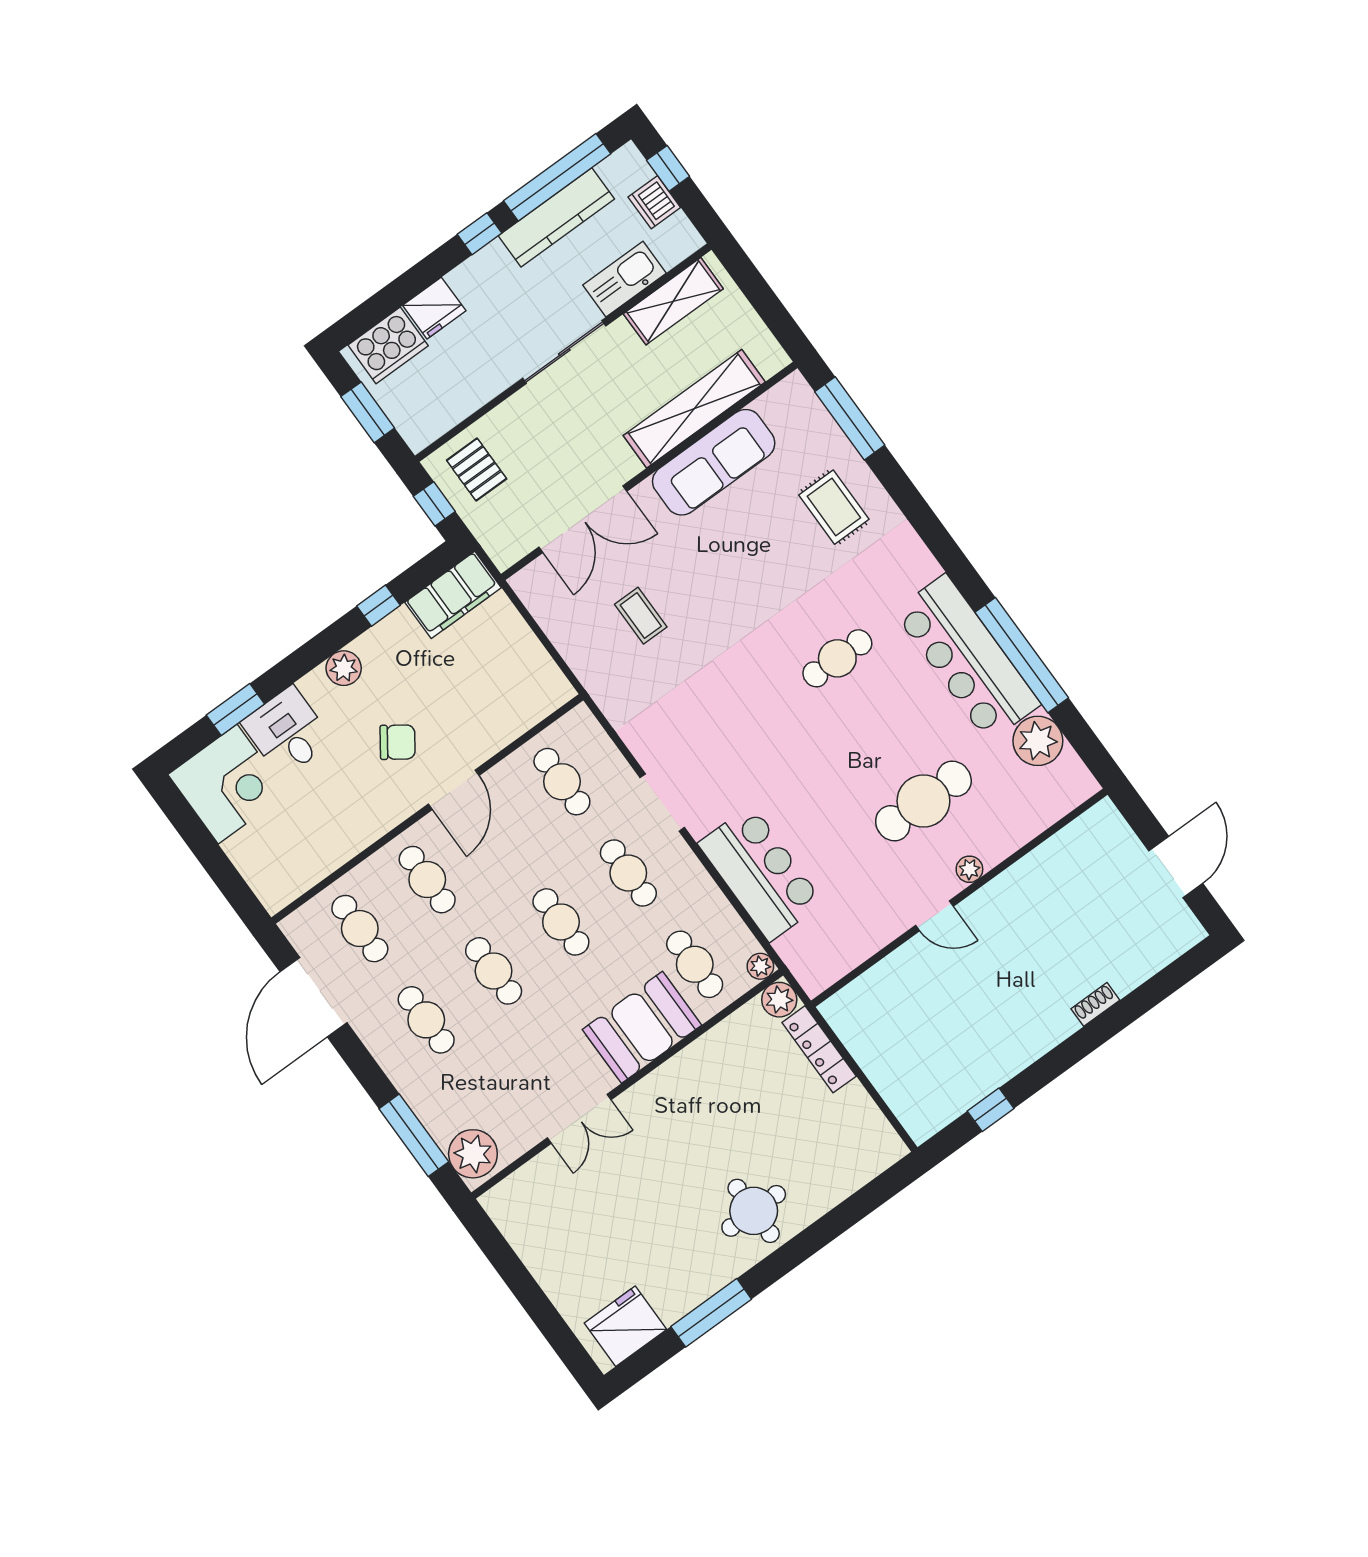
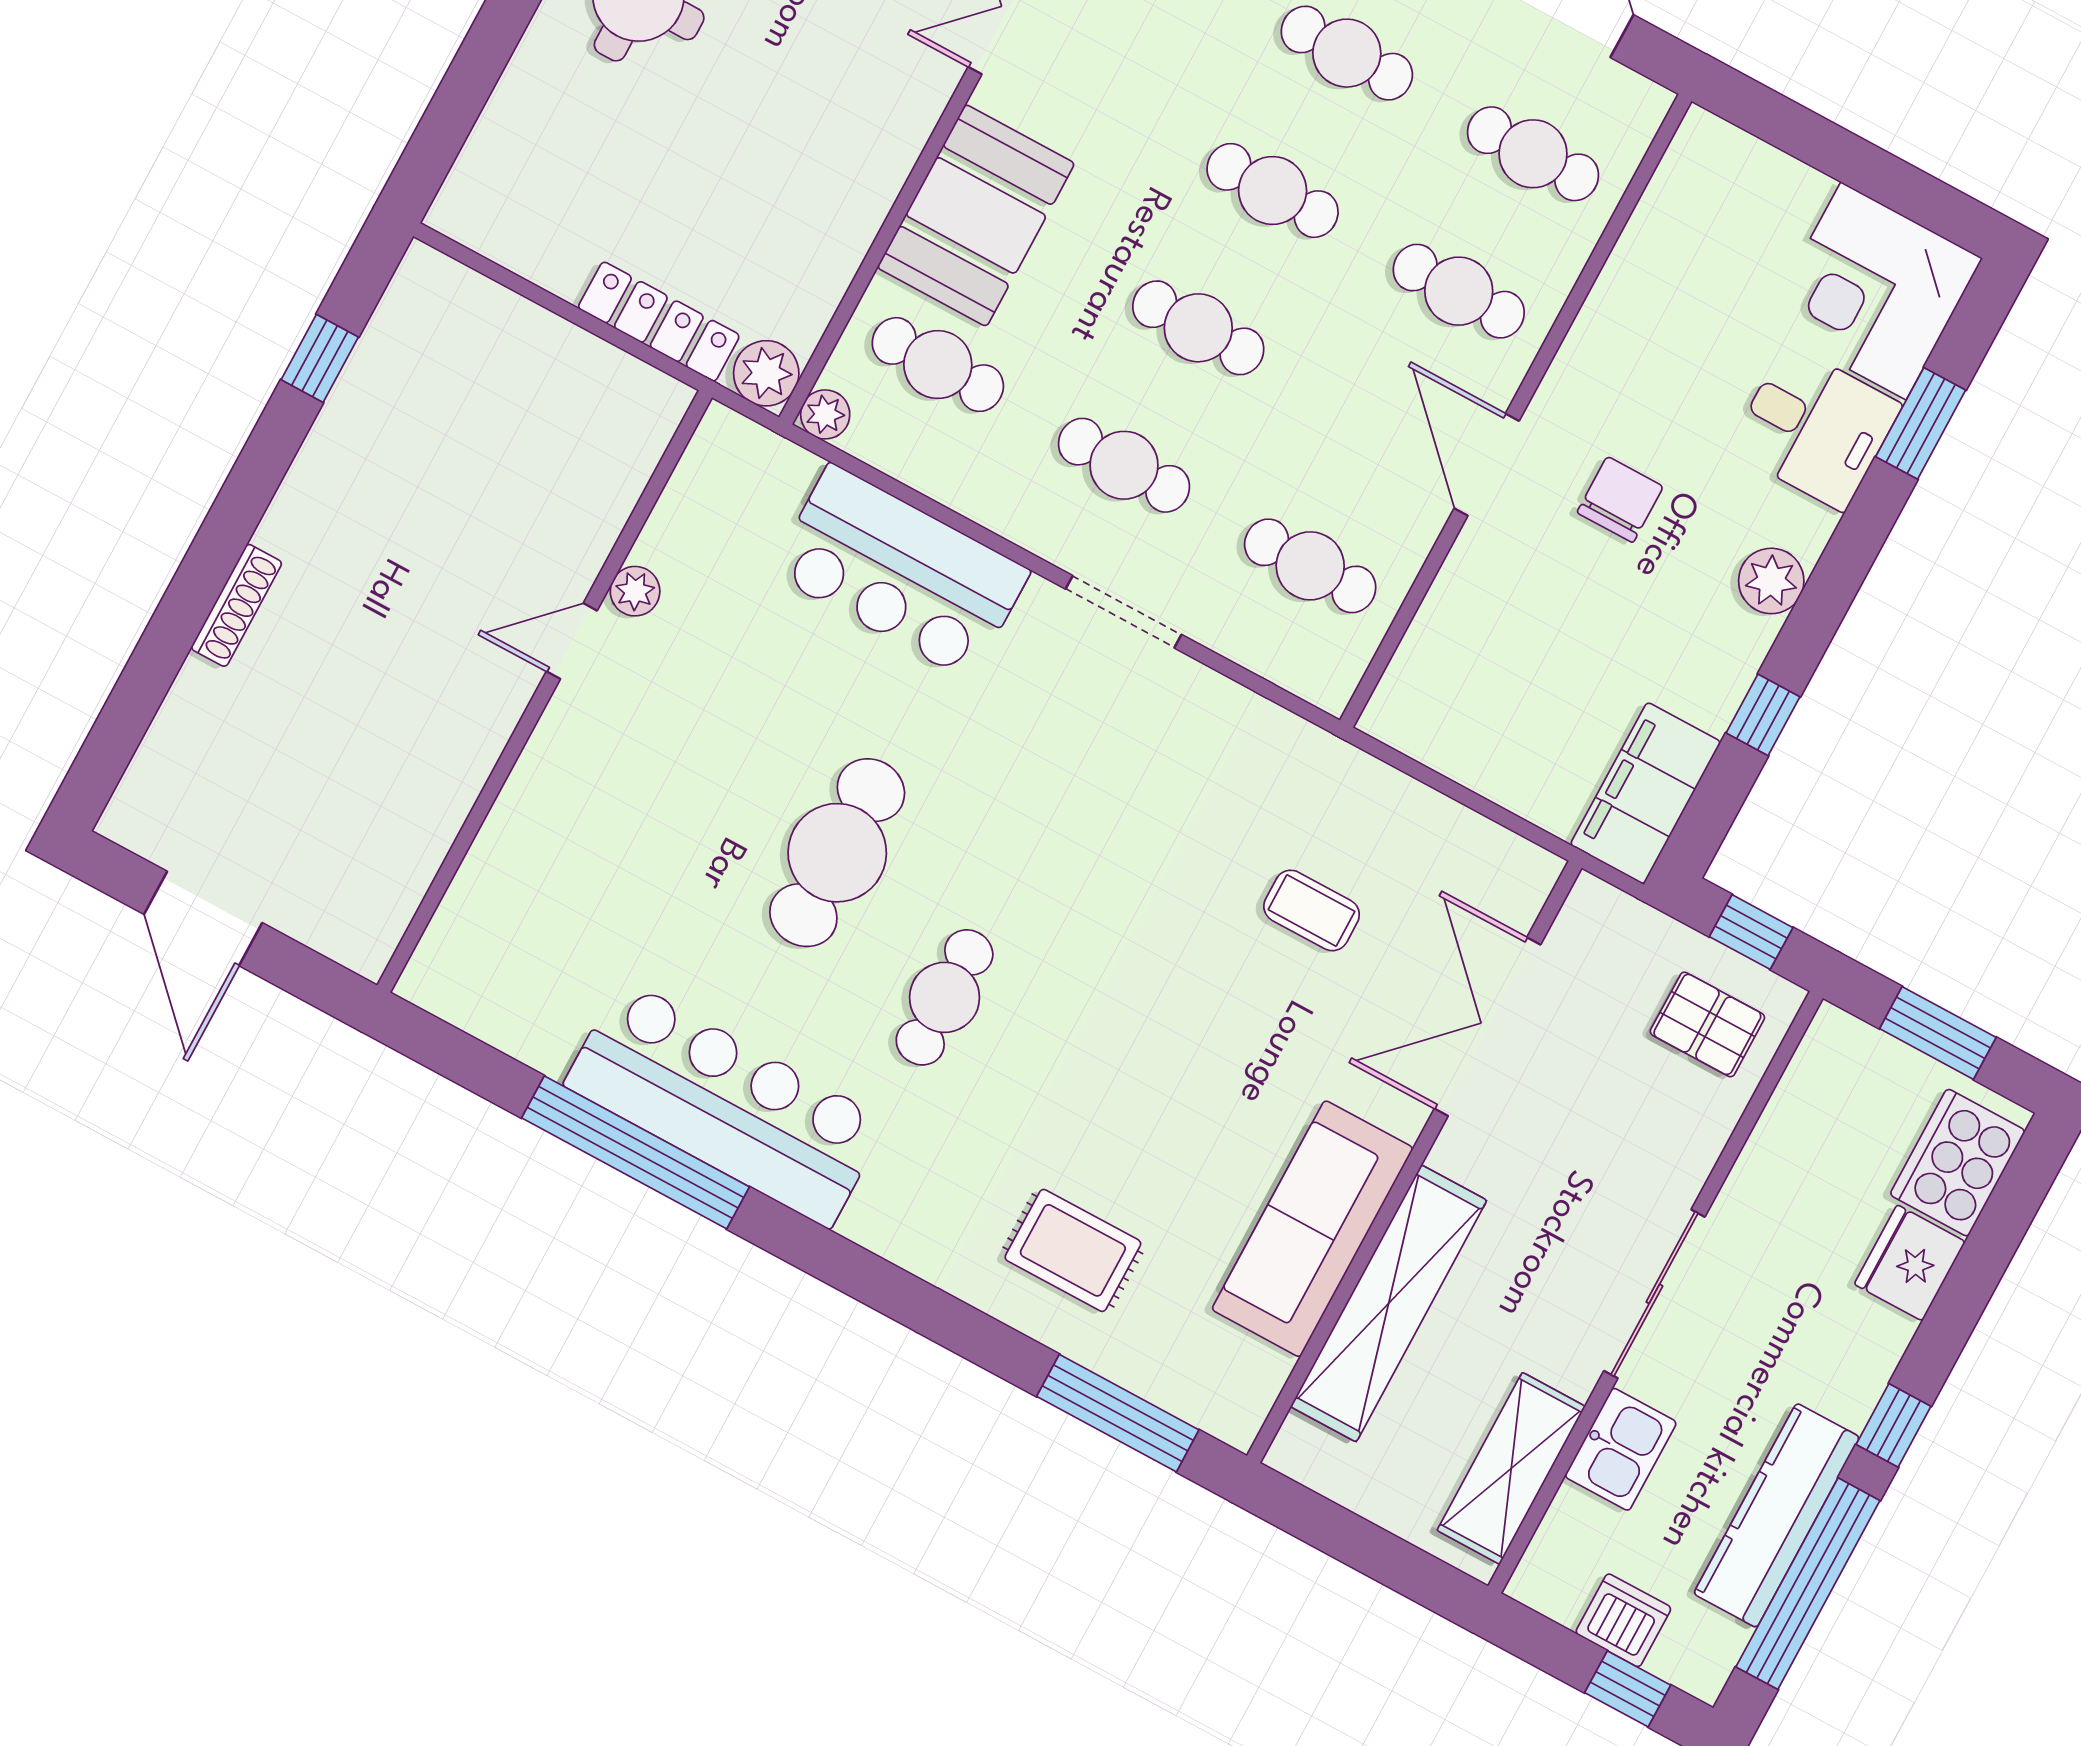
kitchen sink: (625, 279) -> (1621, 1449), width x0.73
plant: (1038, 741) -> (539, 1020), removed
chair: (398, 742) -> (1620, 500), turned 145
cafe table: (923, 801) -> (837, 853), moved
plant: (969, 869) -> (635, 591), moved
shoe rack: (1095, 1004) -> (236, 605), width x1.43

